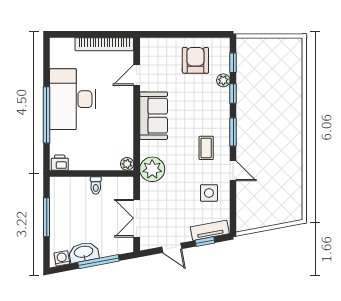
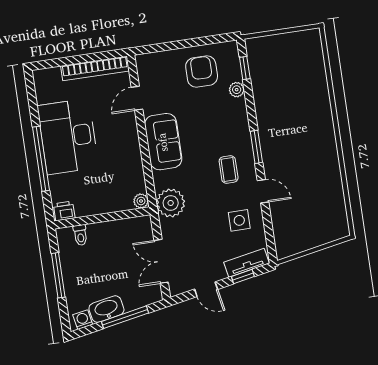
window: (233, 93) -> (250, 103), removed
toilet: (96, 185) -> (80, 235), moved

